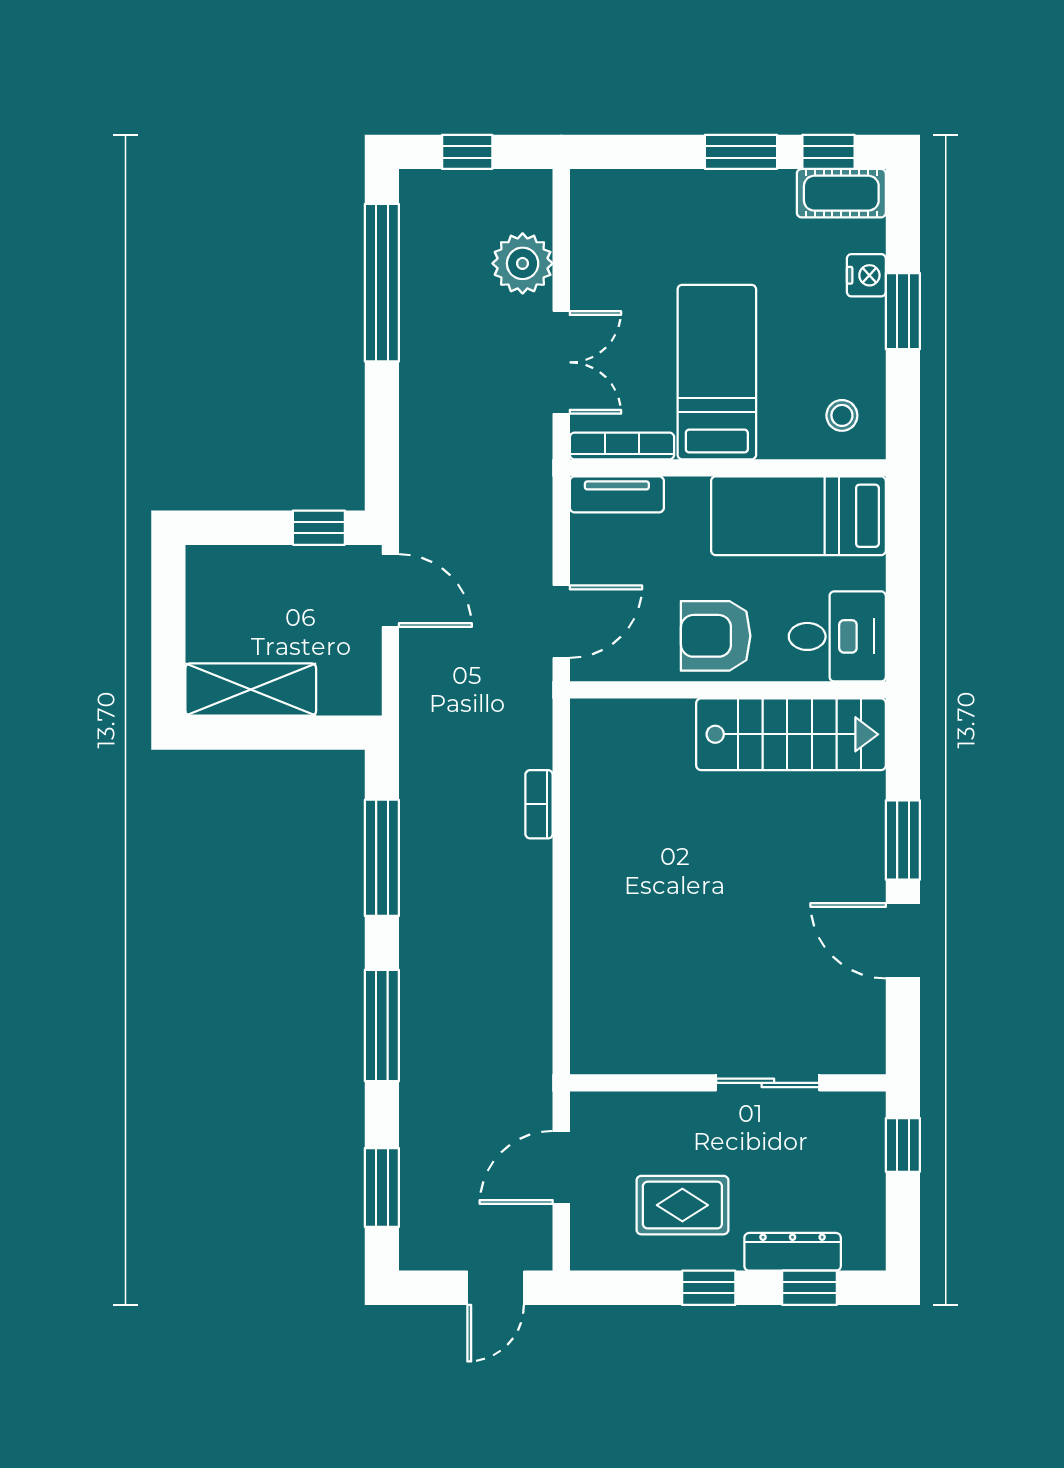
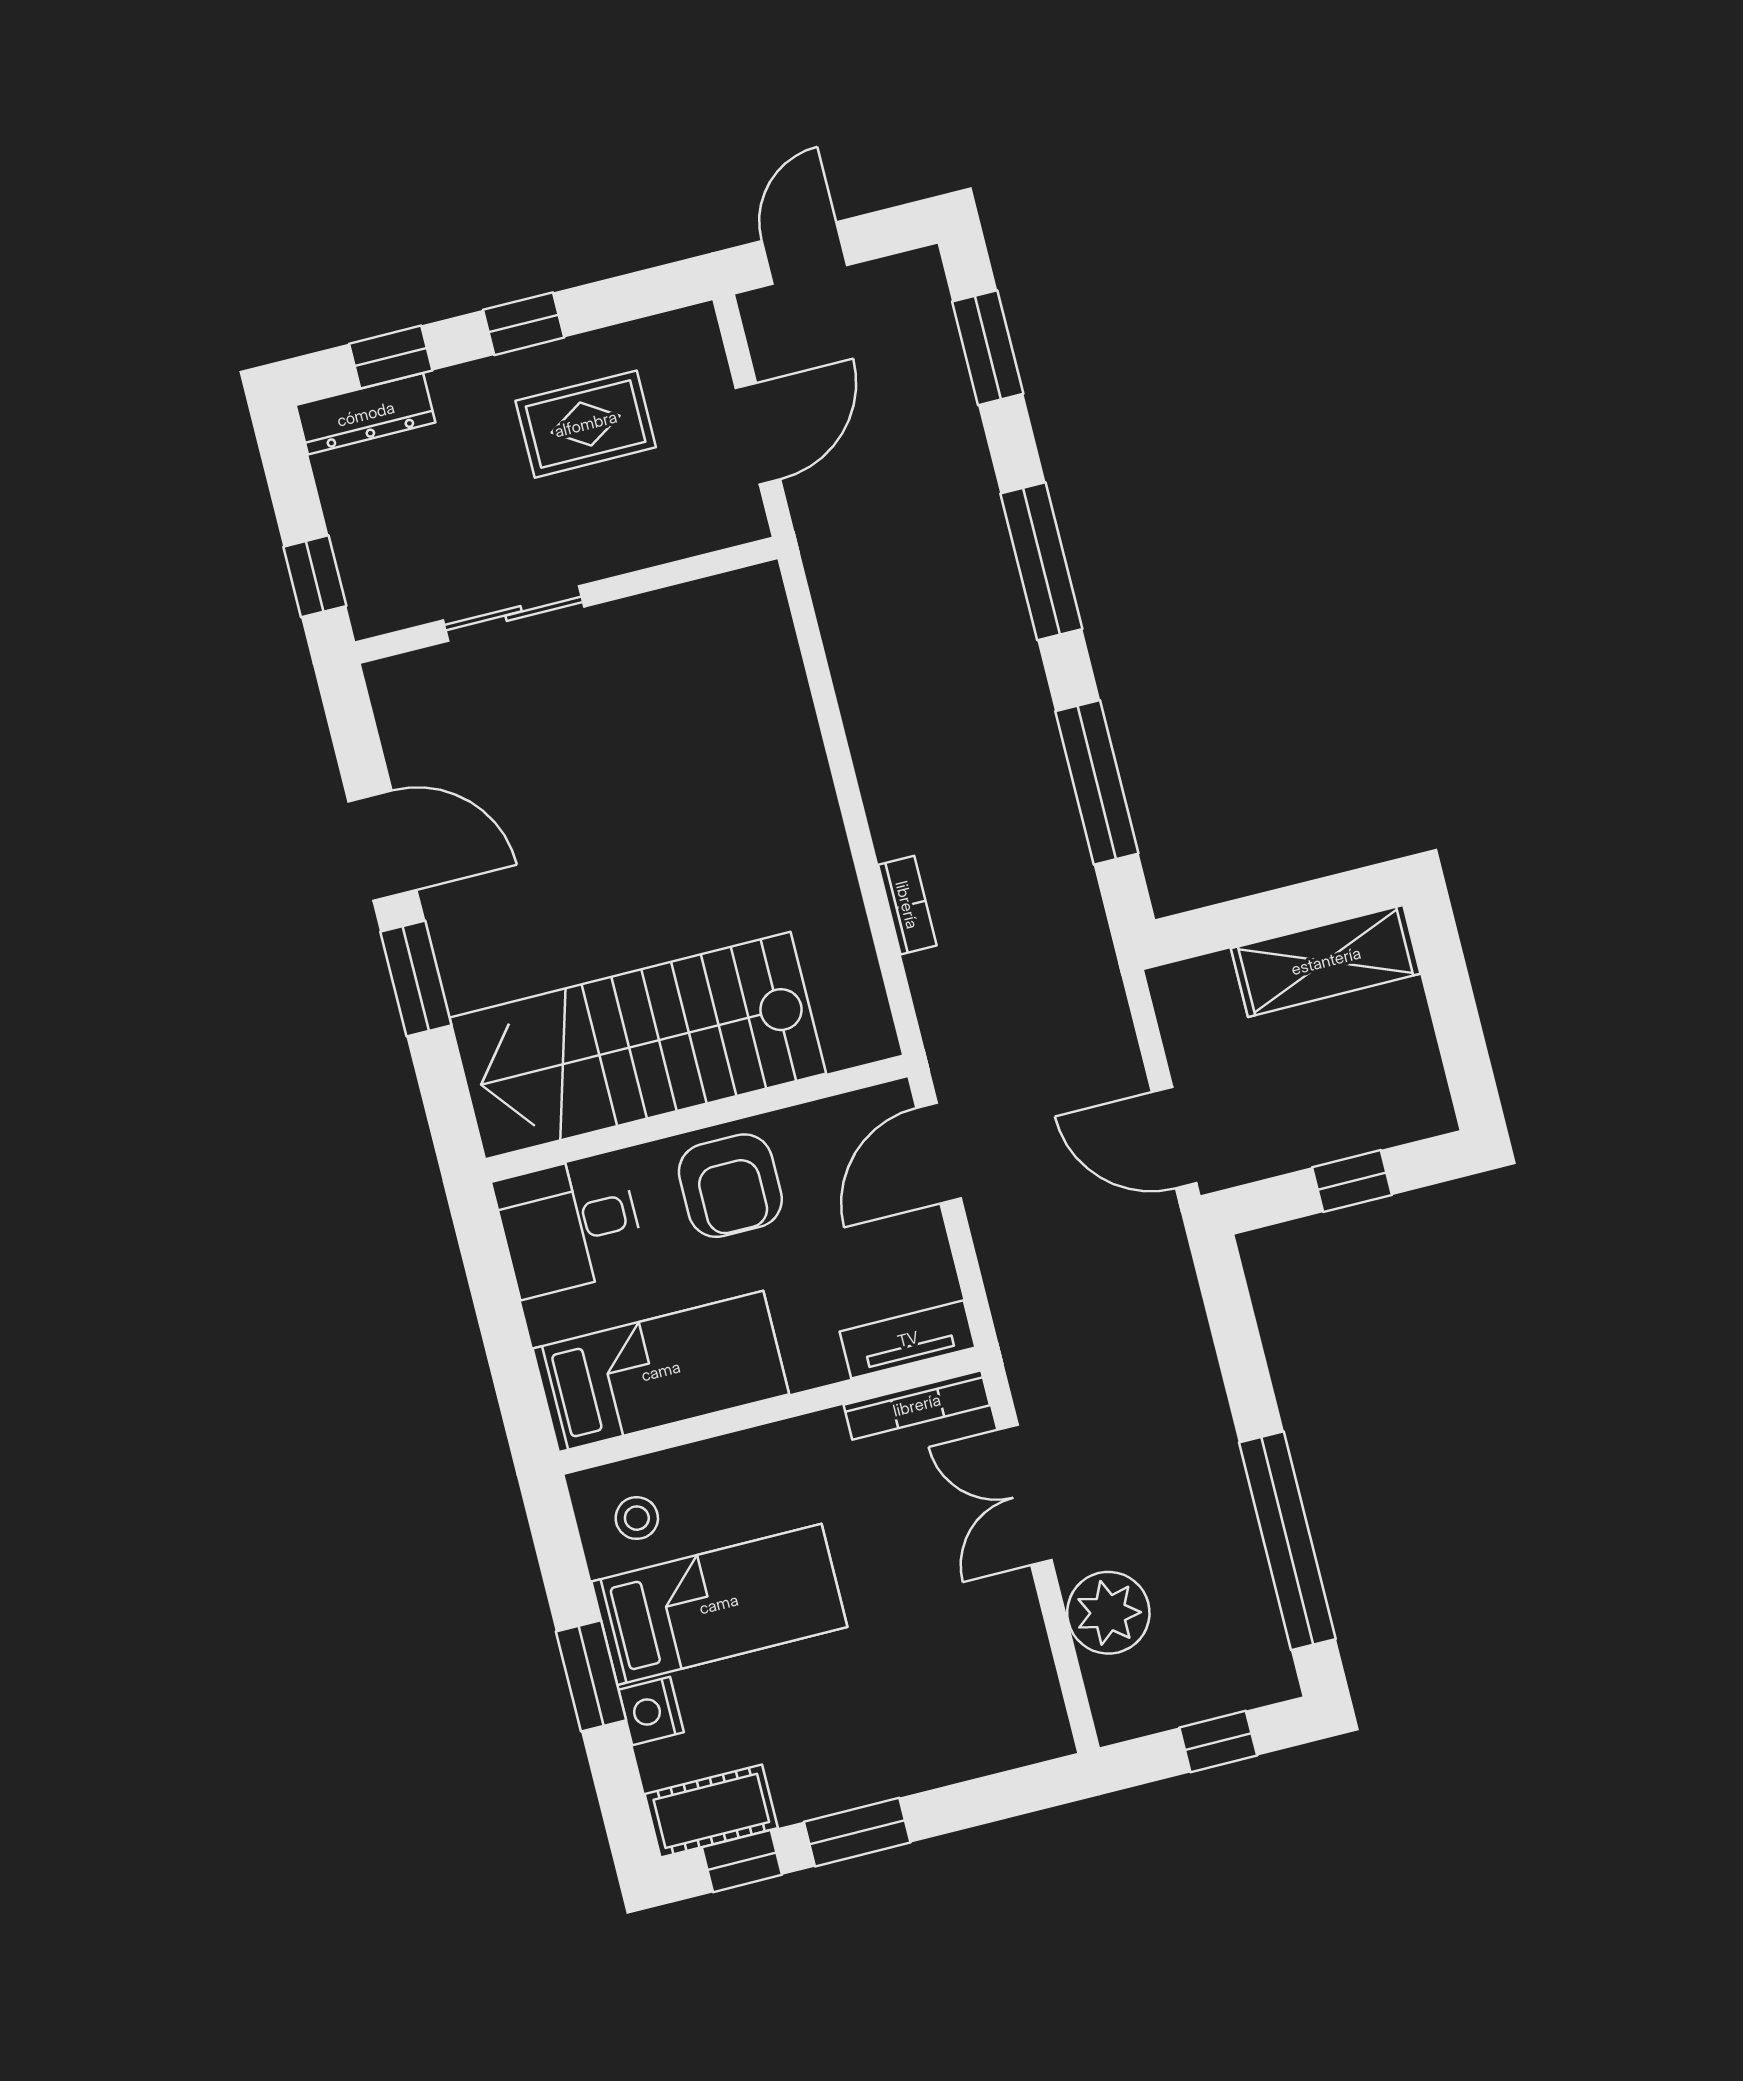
bed: (717, 372) -> (719, 1604), moved, turned -90
window: (319, 528) -> (1352, 1181), moved
armchair: (716, 636) -> (730, 1186), turned 90
stairs: (791, 734) -> (638, 1046), width x1.36, depth x1.51
dresser: (793, 1252) -> (366, 414), moved

